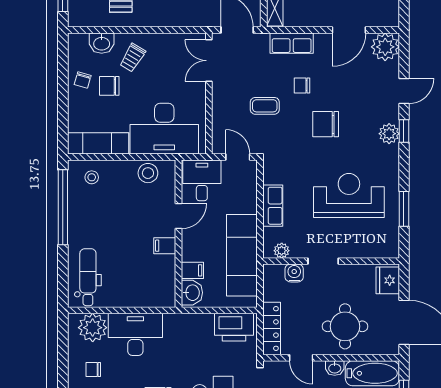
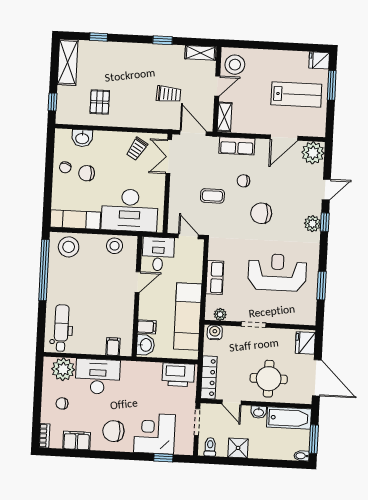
trolley: (133, 58) -> (137, 149), moved
stool: (92, 177) -> (69, 247), width x1.89, depth x1.89
filing cabinet: (165, 246) -> (113, 347), moved, turned 90
water cooler: (294, 273) -> (215, 332), moved

